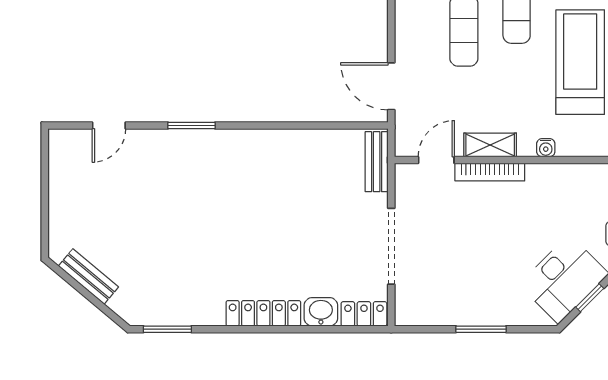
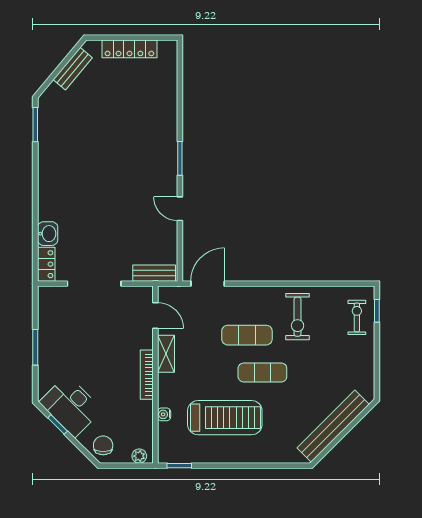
door: (109, 126) -> (180, 209), moved
window: (191, 126) -> (180, 158), moved
water cooler: (546, 148) -> (164, 414), moved
bookcase: (490, 172) -> (147, 375), moved
locker: (263, 313) -> (129, 49), moved, turned 90

